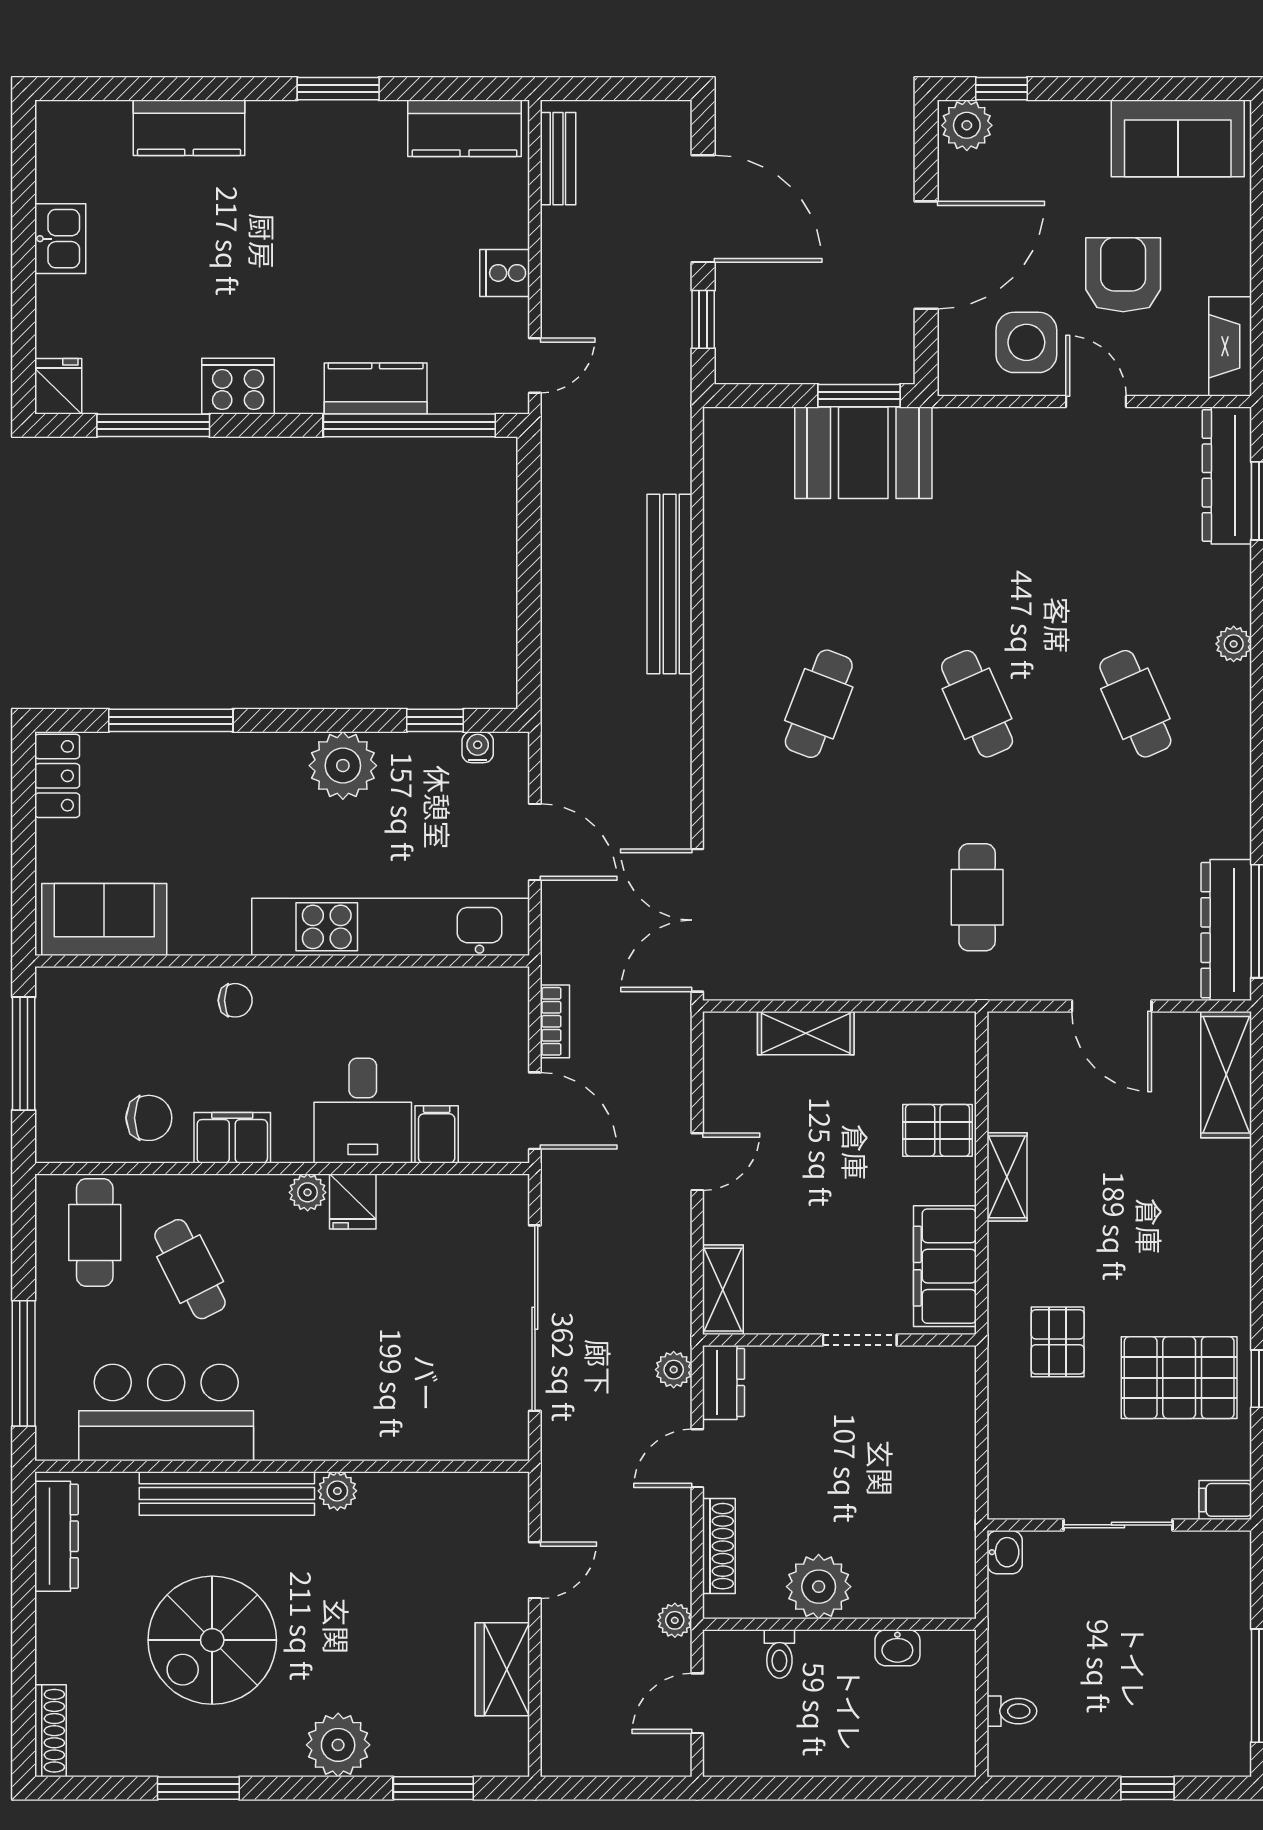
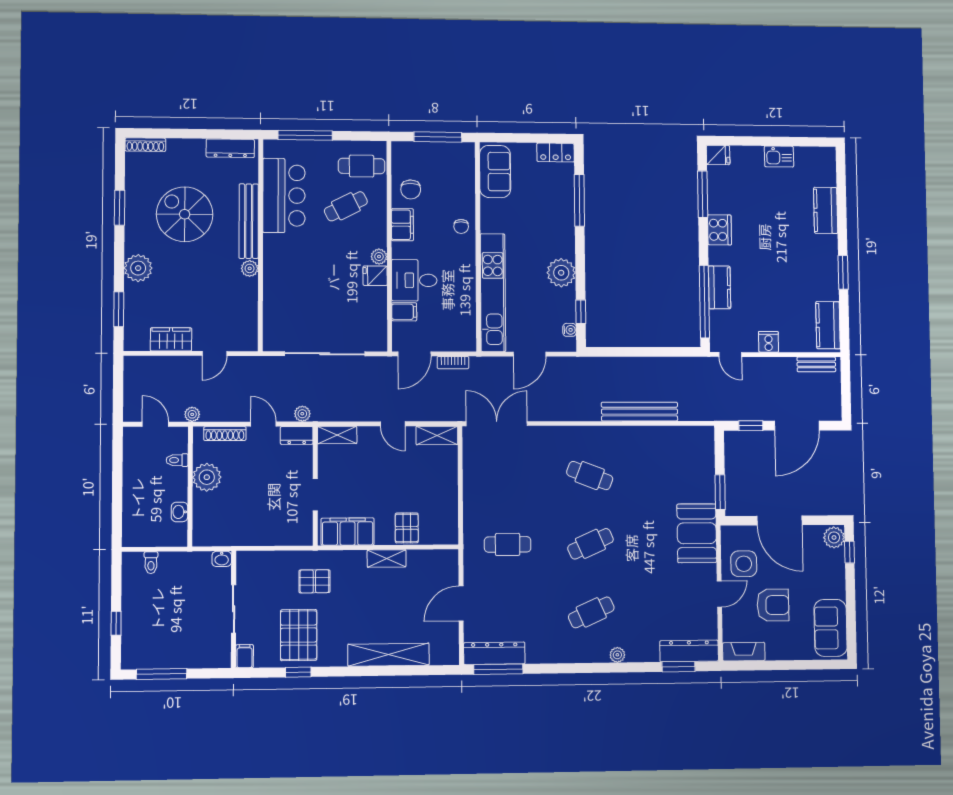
booth: (863, 453) -> (697, 533), moved
shelving: (806, 1033) -> (437, 435), moved, turned 90
shelving: (1226, 1075) -> (389, 655), moved, width x1.47
door: (535, 1570) -> (215, 354), hinge flipped

